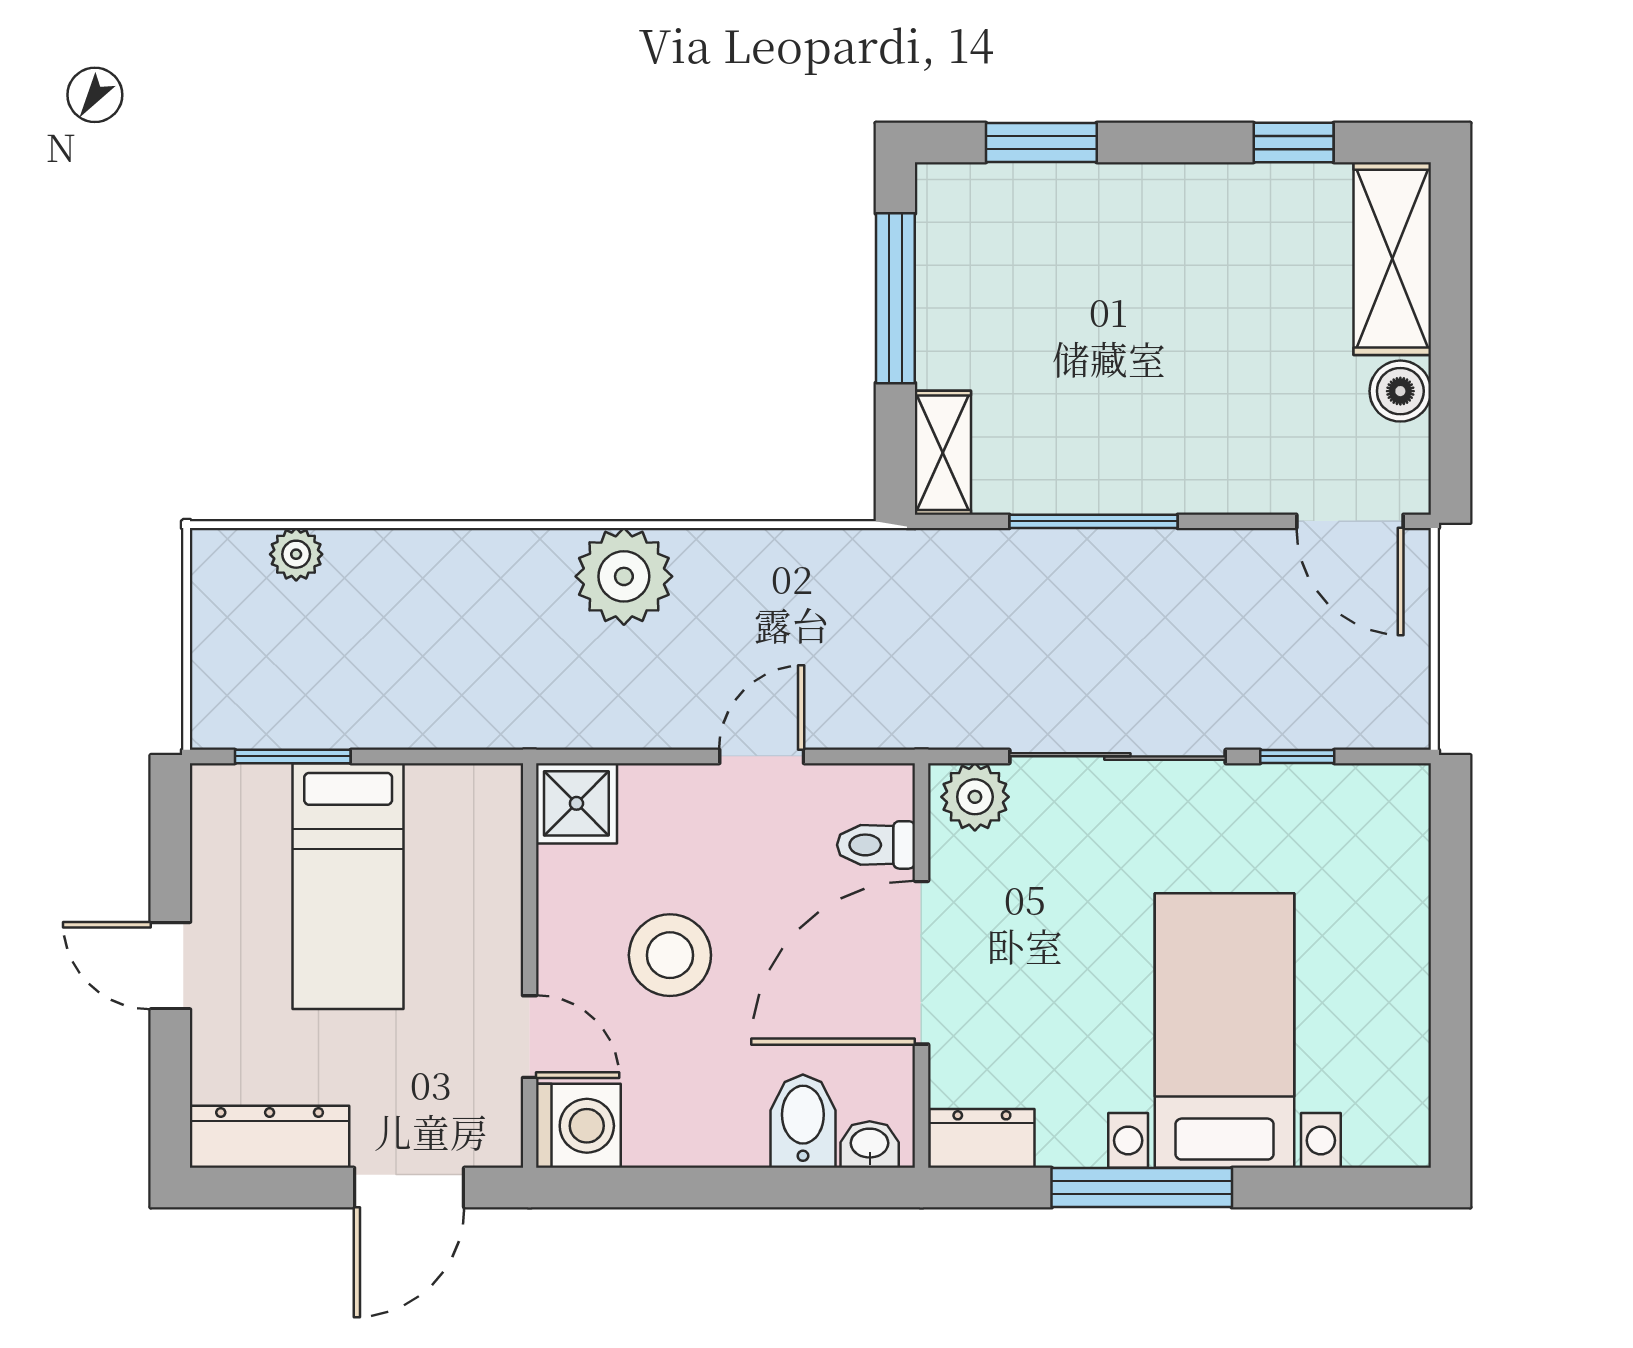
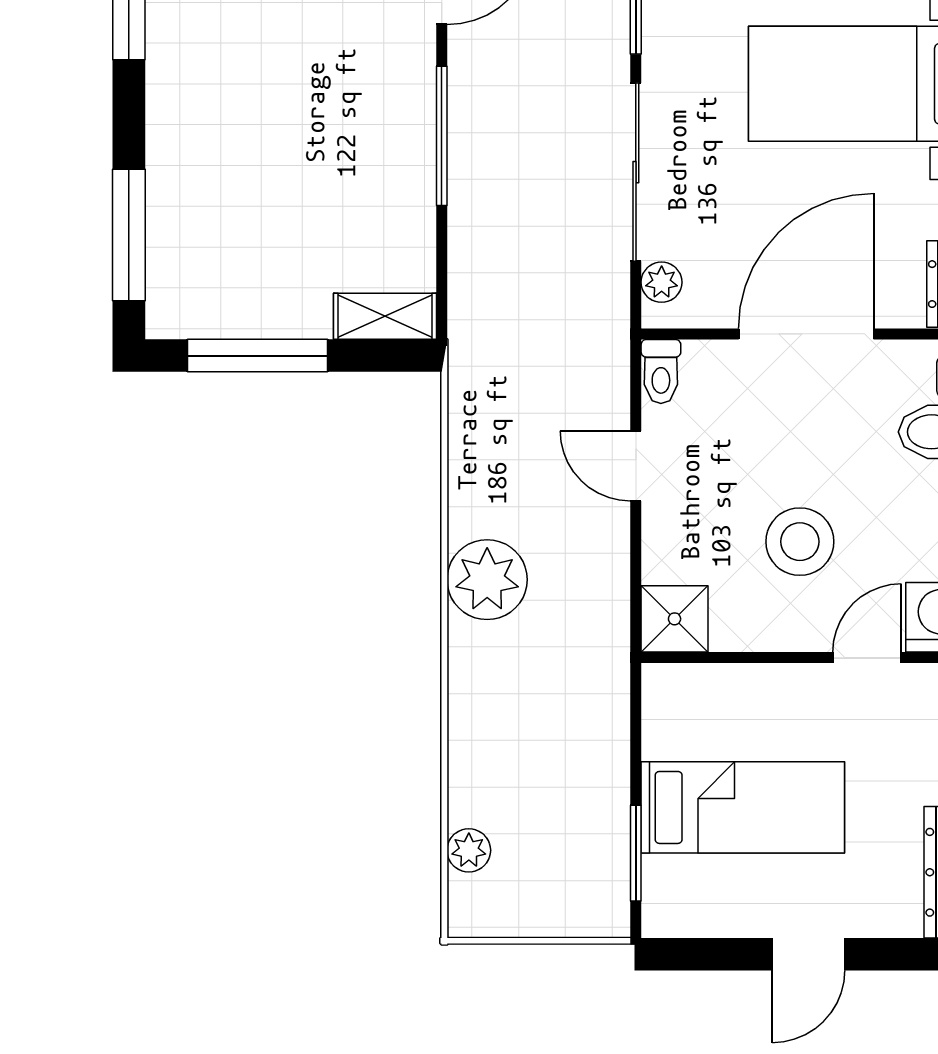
window: (1041, 143) -> (129, 235), width x1.44
window: (1094, 521) -> (442, 136), moved
plant: (975, 797) -> (662, 282), width x0.73, depth x0.73
toilet: (876, 845) -> (661, 371), moved
door: (921, 963) -> (806, 334), swing flipped

